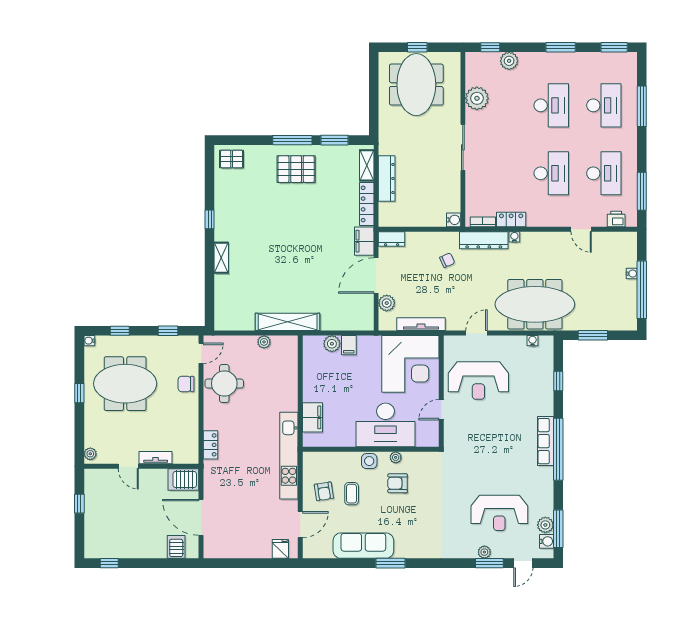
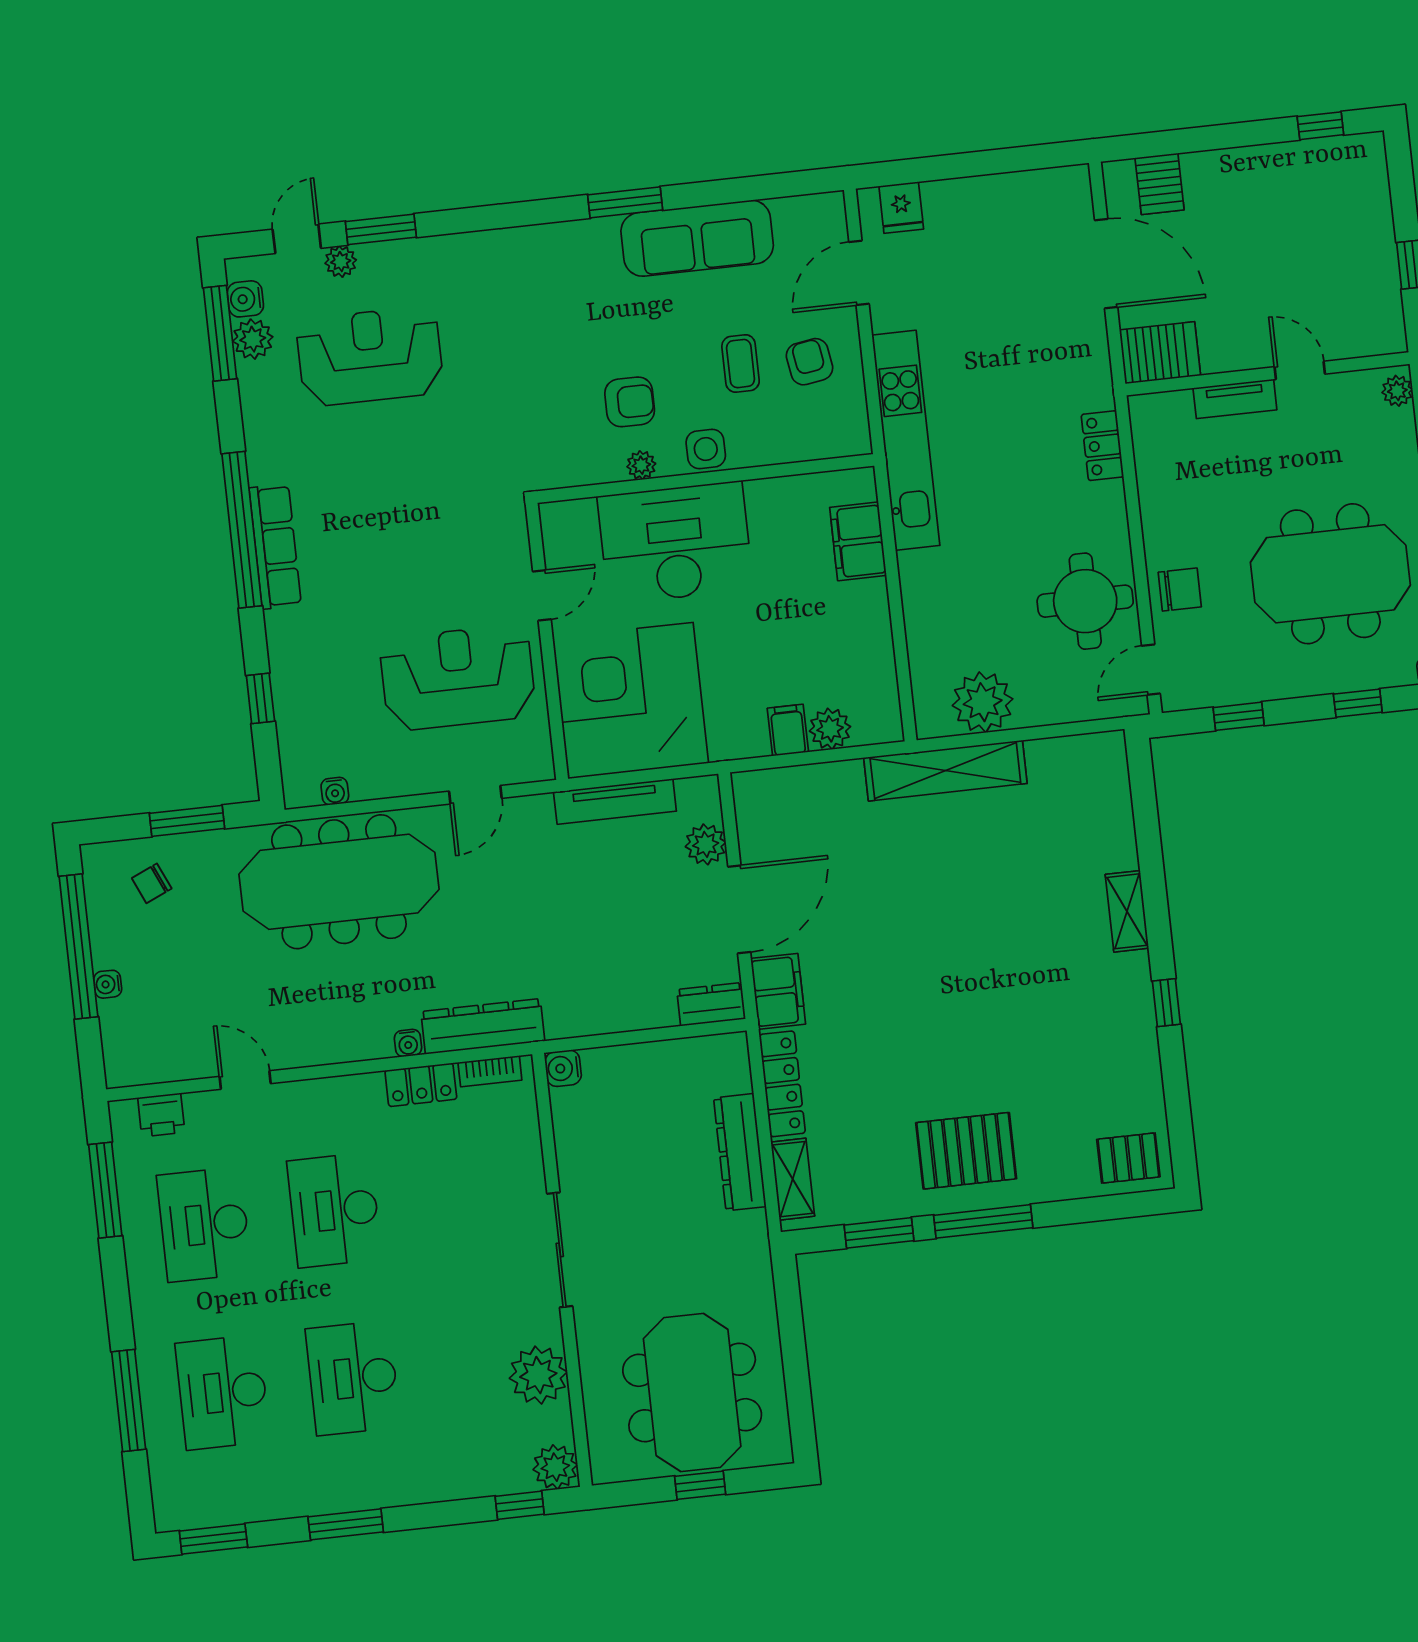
plant: (509, 61) -> (555, 1467), moved
chair: (447, 260) -> (152, 883), moved
plant: (264, 342) -> (983, 702), width x1.88, depth x1.88
plant: (484, 552) -> (341, 262), moved

